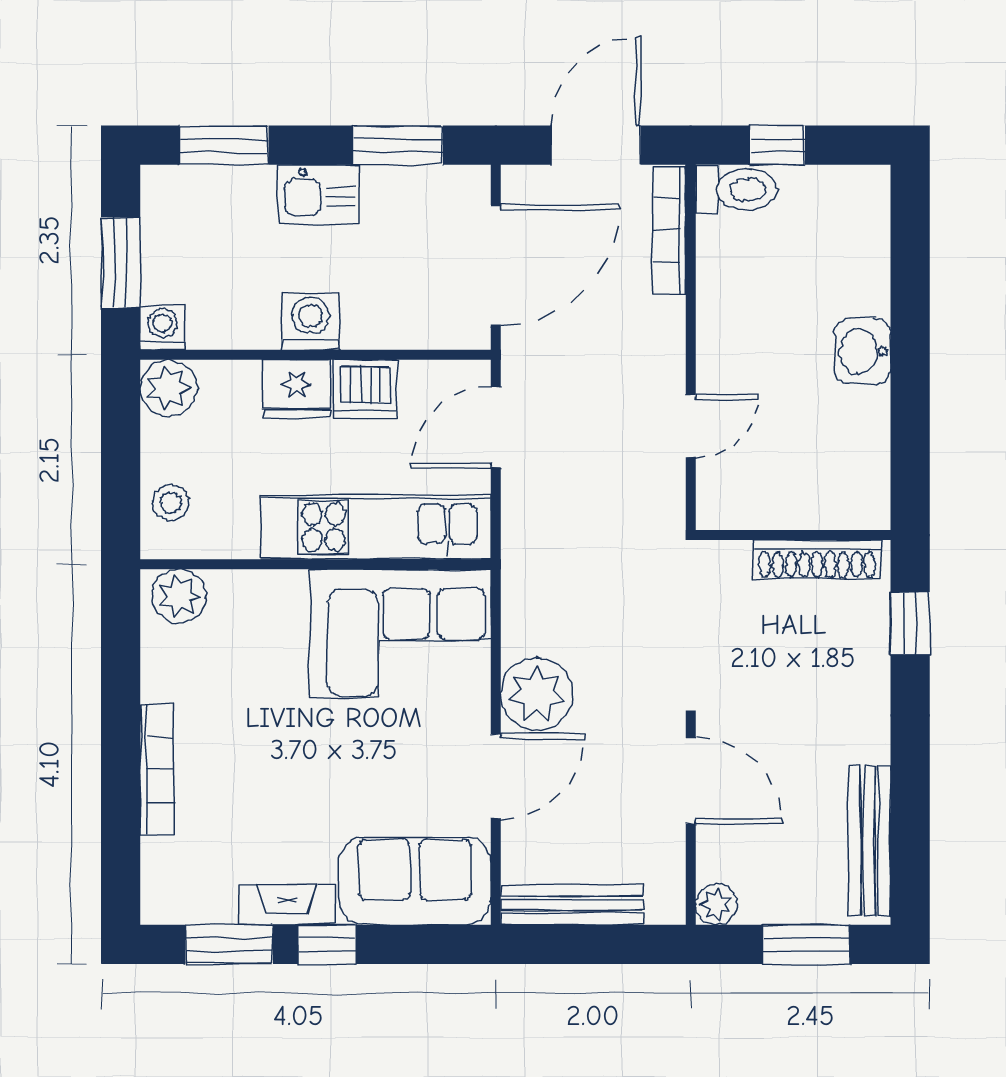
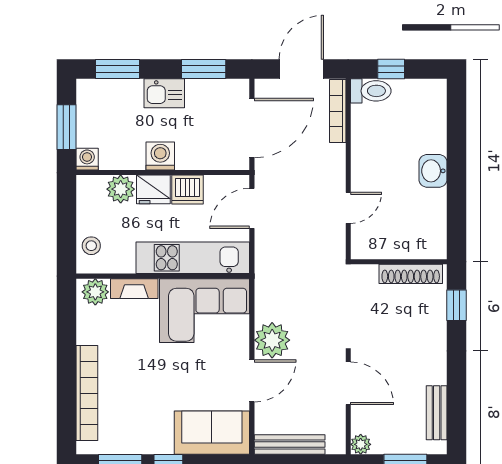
plant: (168, 388) -> (121, 189), moved
bookcase: (157, 770) -> (87, 393), width x1.48, depth x1.31
bench: (870, 841) -> (437, 413), width x0.73
fireplace: (287, 905) -> (134, 289), moved, turned 180

